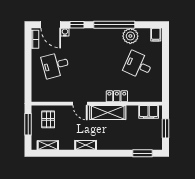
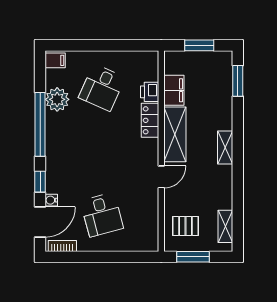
printer: (135, 96) -> (150, 92), added
filing cabinet: (149, 112) -> (174, 90), moved
shelving: (86, 145) -> (225, 148), moved

